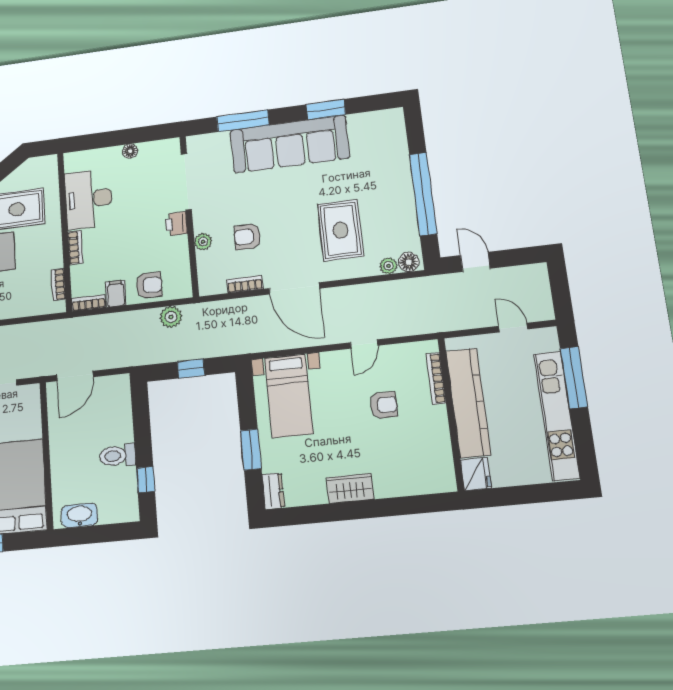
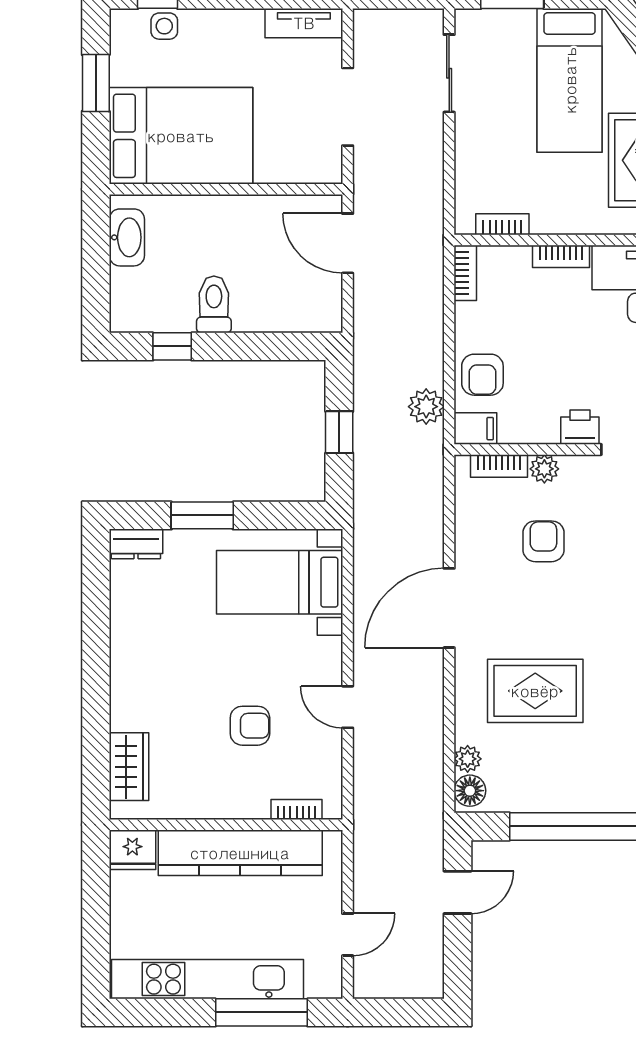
bookcase: (245, 284) -> (499, 466), moved, turned 90
filing cabinet: (116, 294) -> (475, 429), moved
bookcase: (436, 378) -> (297, 810), width x0.64
armchair: (384, 405) -> (250, 726), turned -90
wardrobe: (350, 488) -> (129, 767), moved

